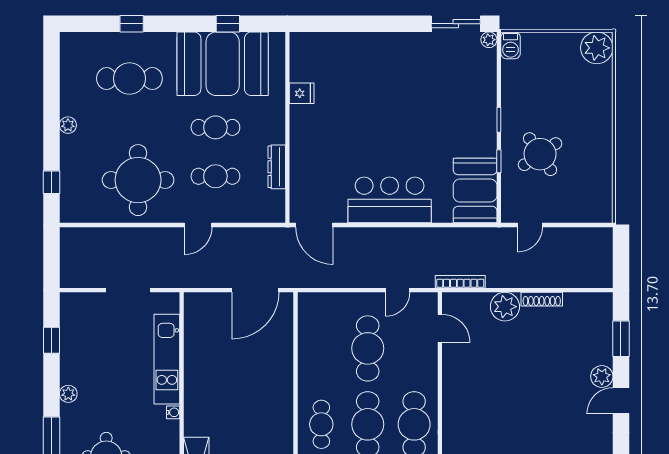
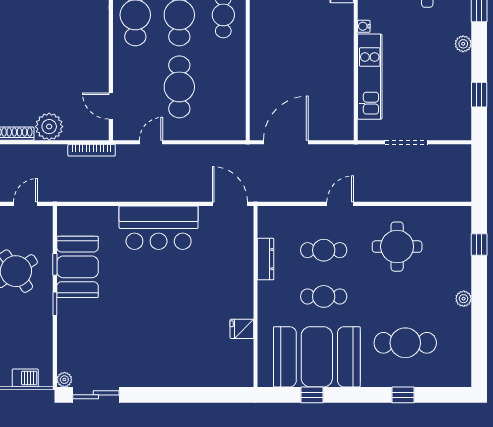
barbecue: (511, 45) -> (25, 378), moved, turned 90
round table: (138, 180) -> (397, 247), width x0.73, depth x0.73
booth: (475, 190) -> (78, 267), moved

